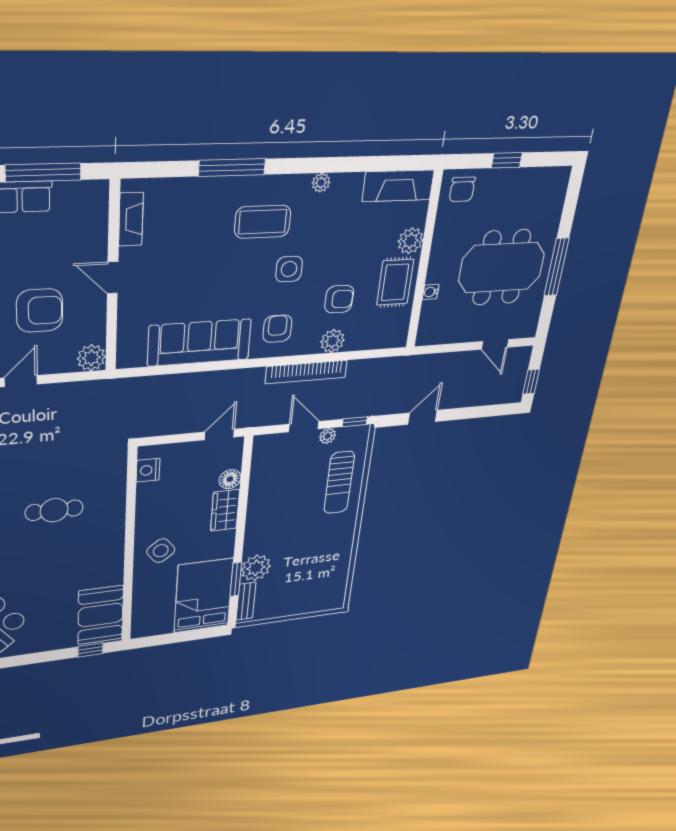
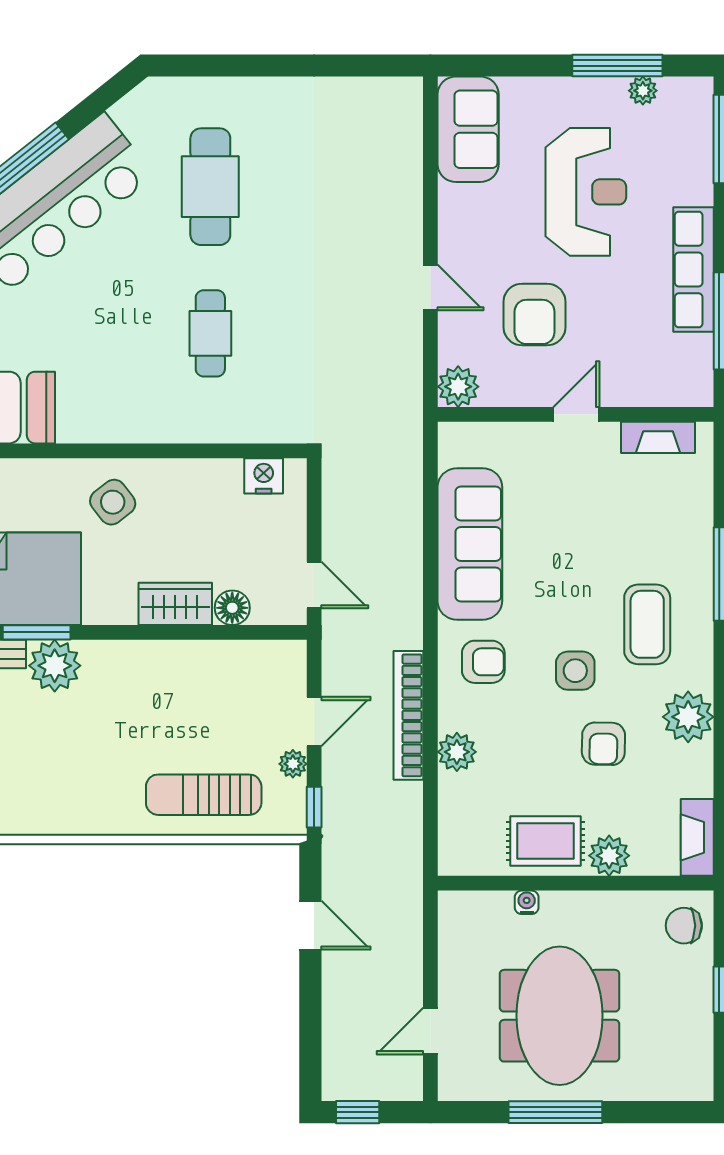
plant: (321, 183) -> (688, 717), width x1.88, depth x1.88
fireplace: (398, 186) -> (697, 837), width x0.73, depth x0.76
armchair: (339, 299) -> (603, 744), moved

